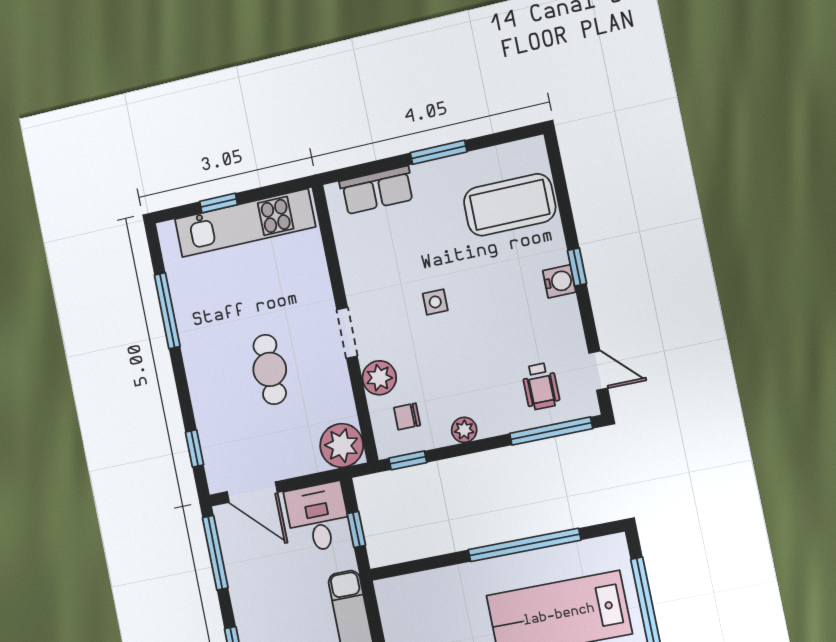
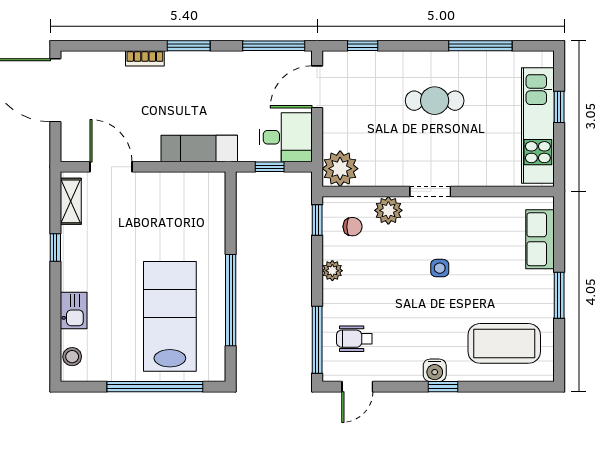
coffee table: (510, 205) -> (504, 343), turned 90
cafe table: (270, 369) -> (435, 101), moved
chair: (407, 416) -> (353, 227), turned 90

